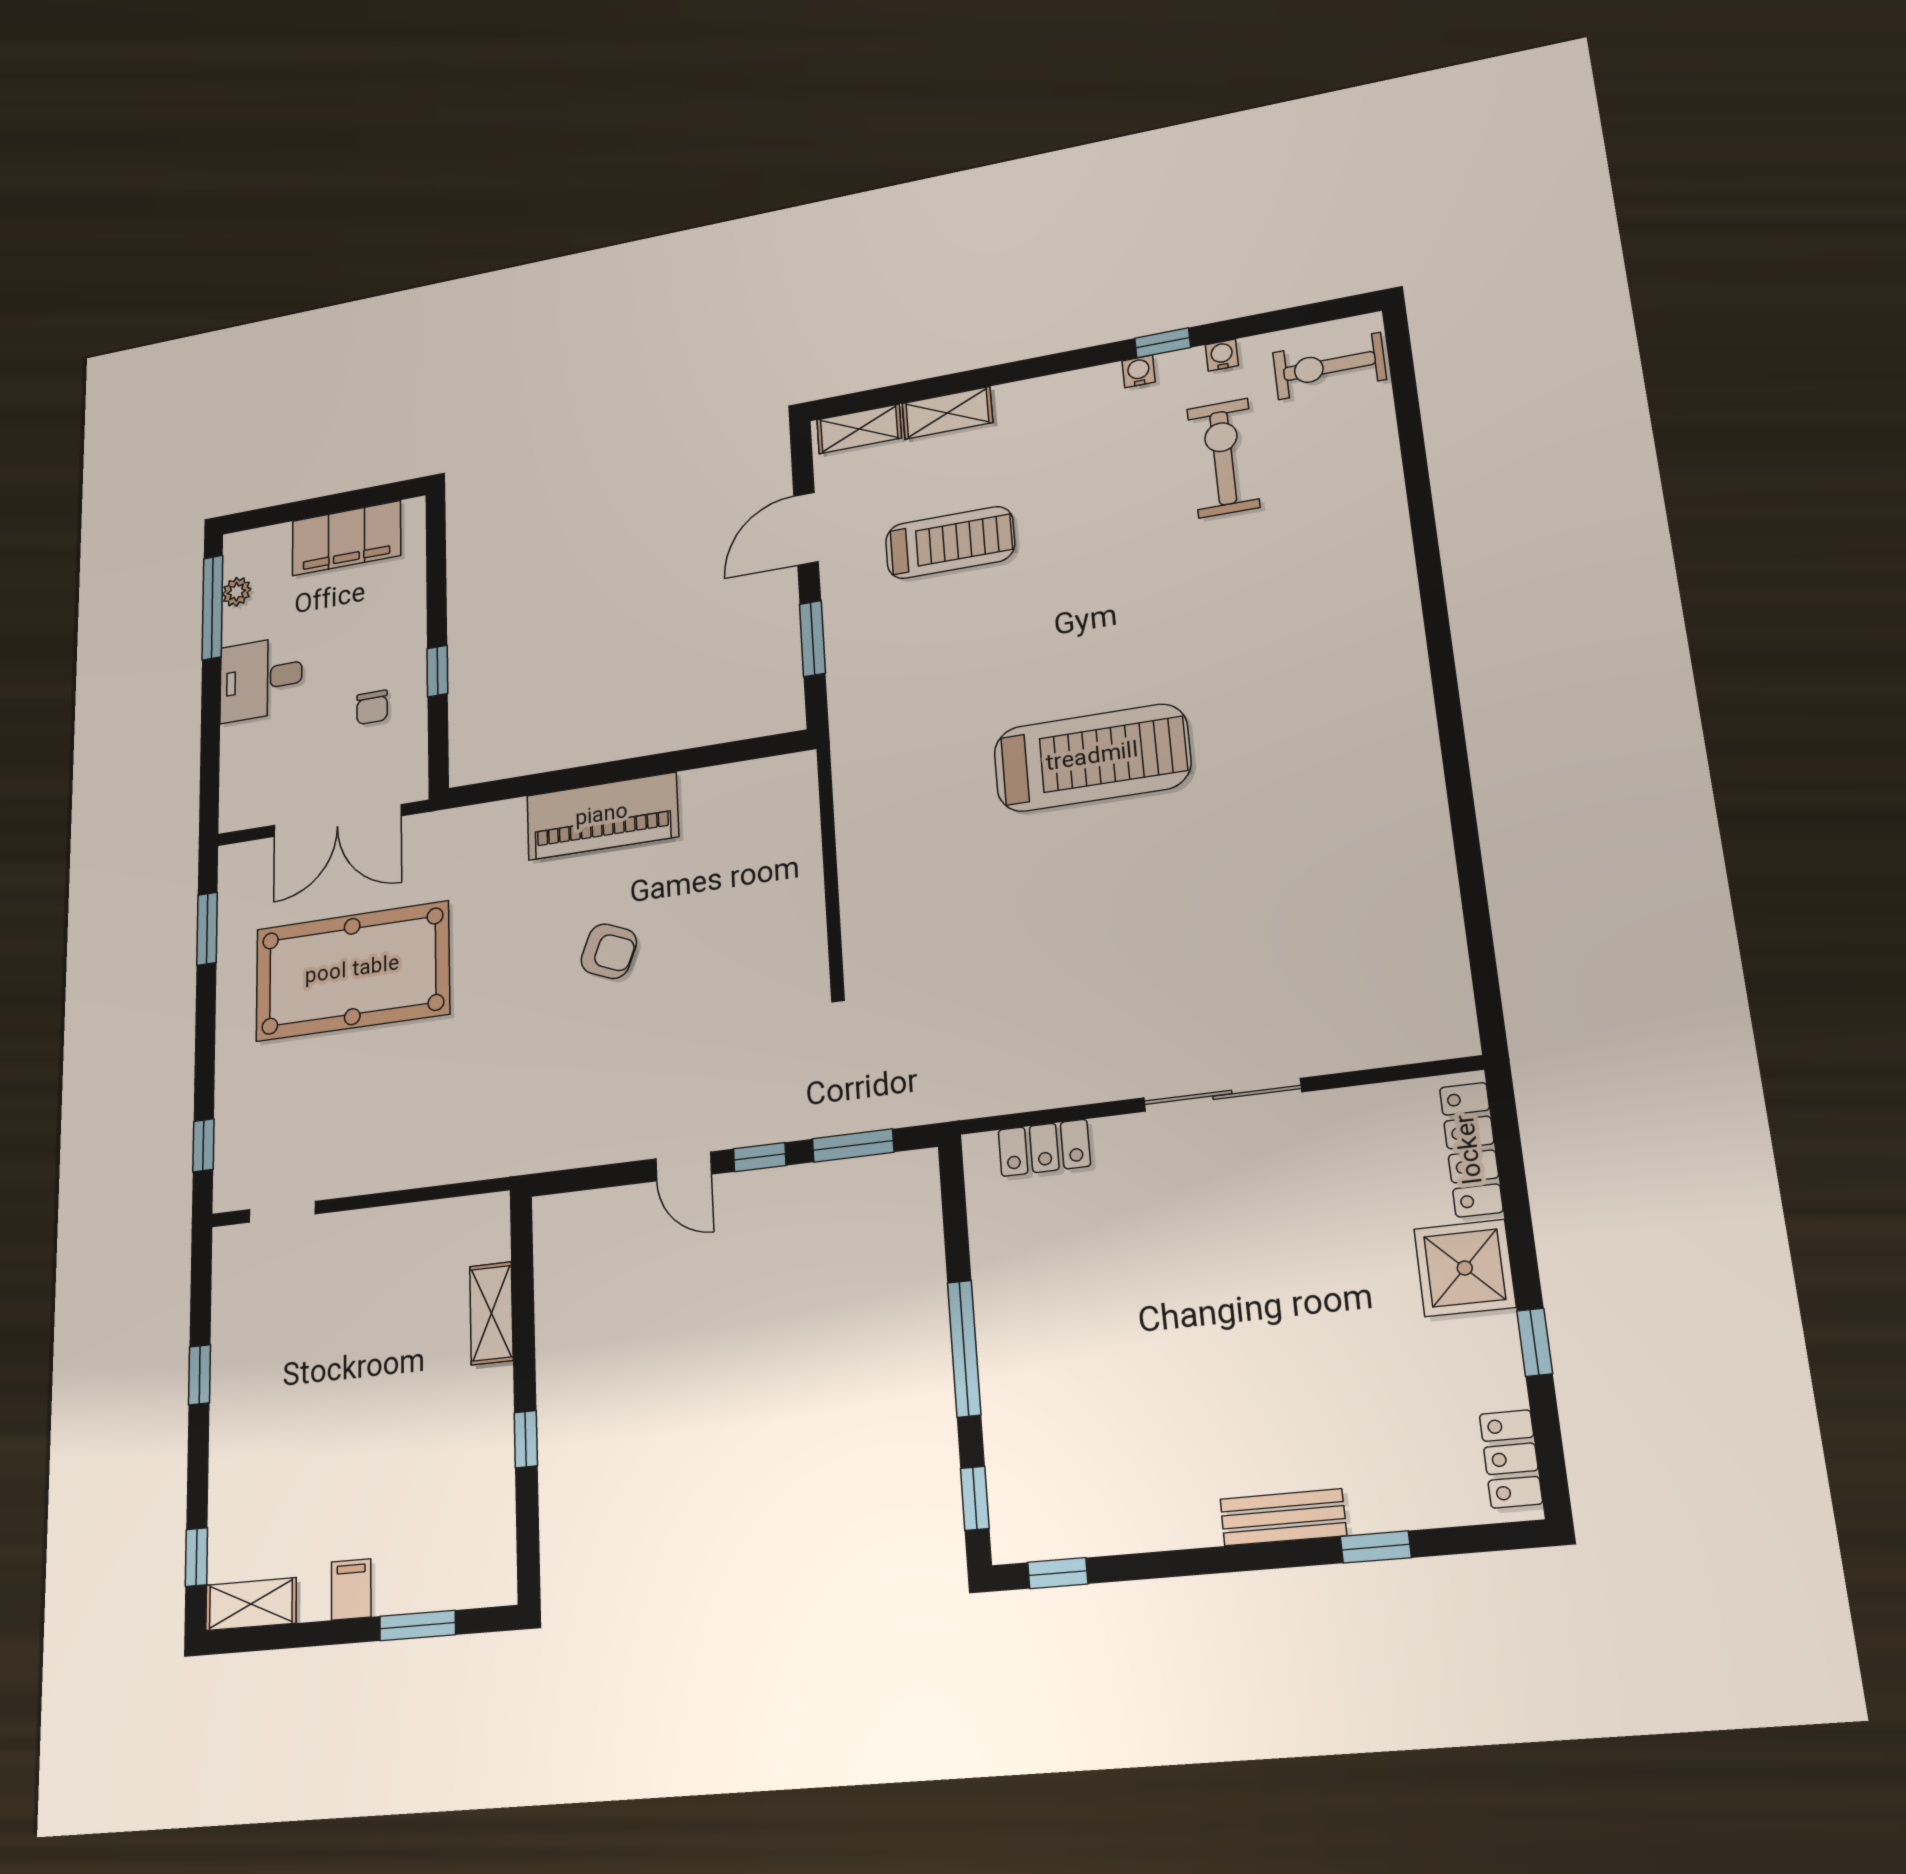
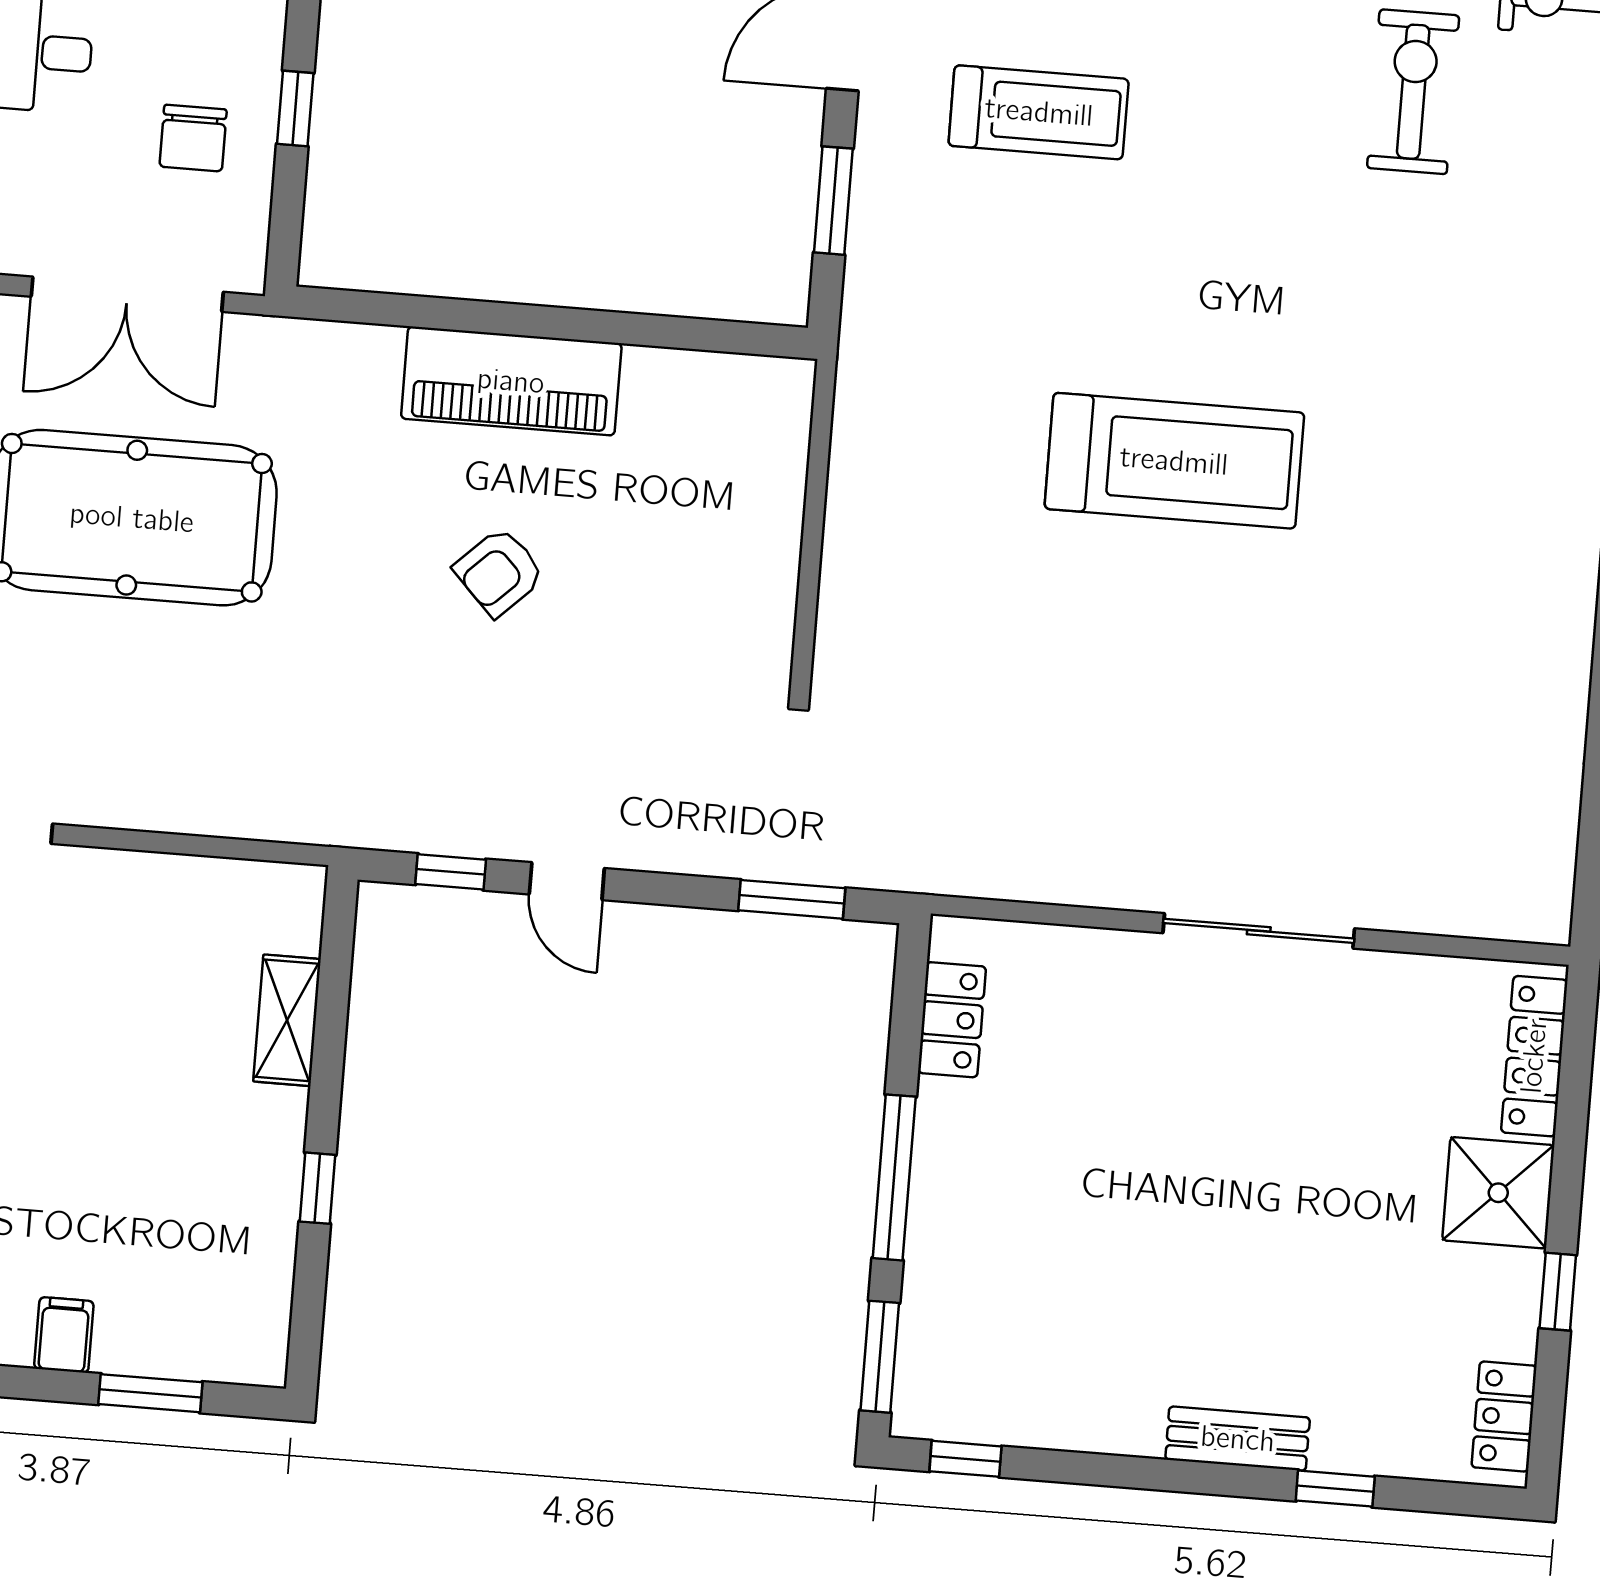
chair: (372, 707) -> (193, 138), width x1.37, depth x1.37
armchair: (609, 951) -> (499, 572), turned 114
locker: (1044, 1148) -> (952, 1020), moved, turned -90
window: (760, 1157) -> (451, 872), moved
window: (975, 1498) -> (880, 1357), width x1.50

